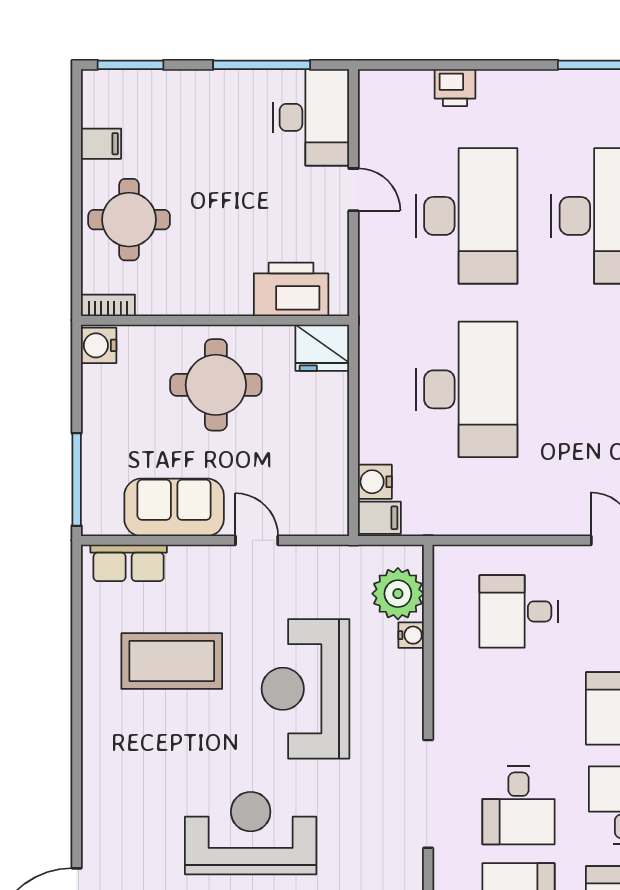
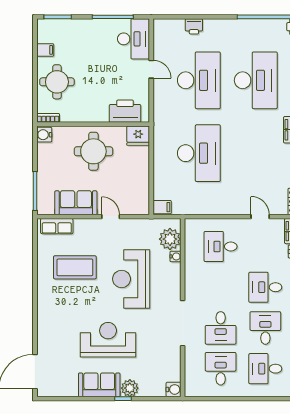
water cooler: (375, 482) -> (160, 192), removed

